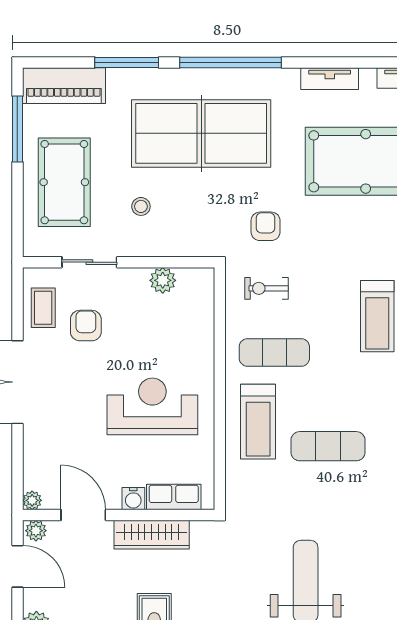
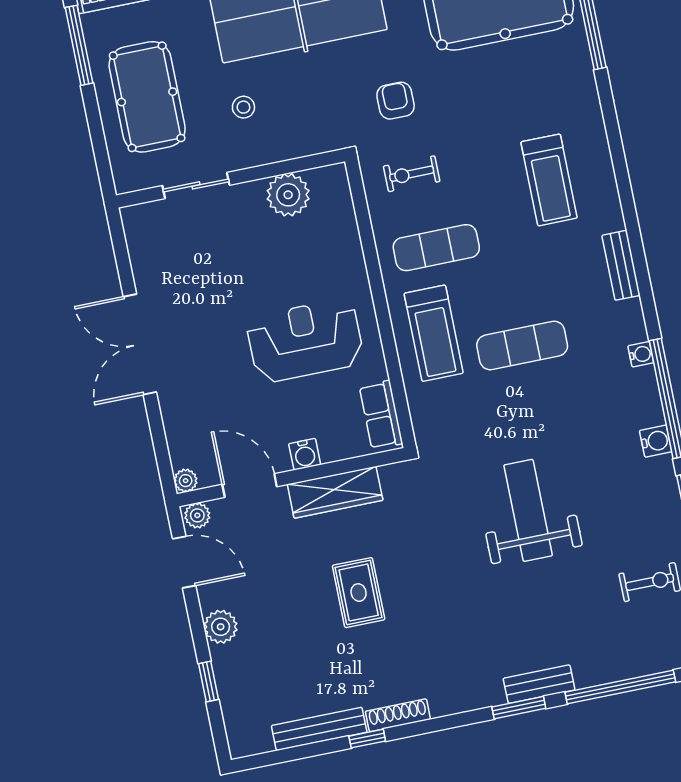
plant: (163, 280) -> (288, 195), width x1.36, depth x1.36
coffee table: (43, 308) -> (152, 250), removed
armchair: (86, 326) -> (207, 261), removed
row of seats: (174, 497) -> (381, 415), moved, turned -90

